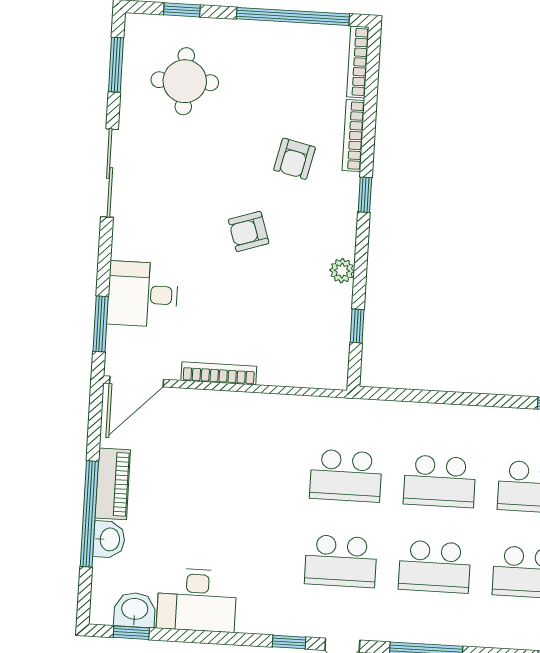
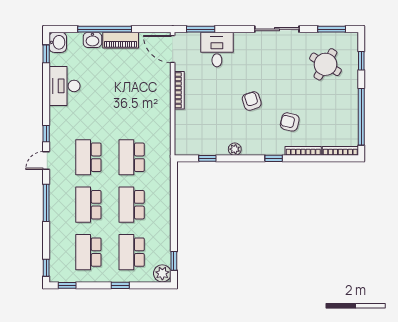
round table: (185, 81) -> (325, 64), turned 31
washbasin: (135, 610) -> (58, 42), moved

